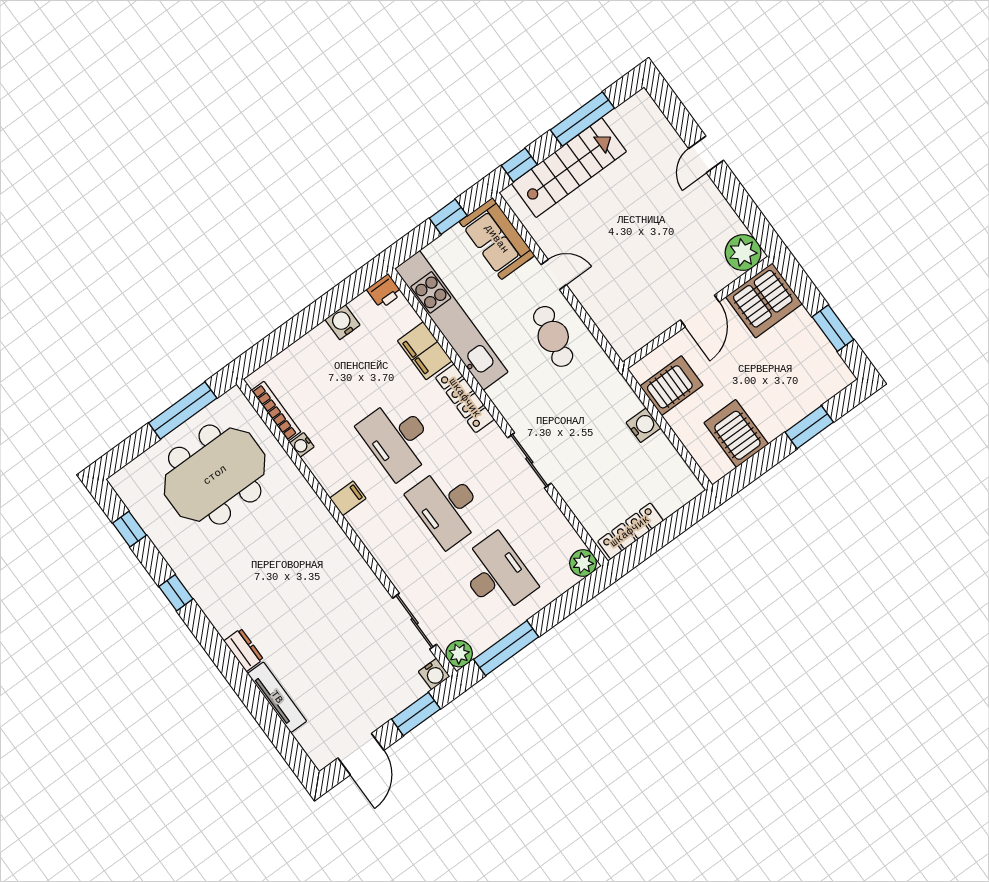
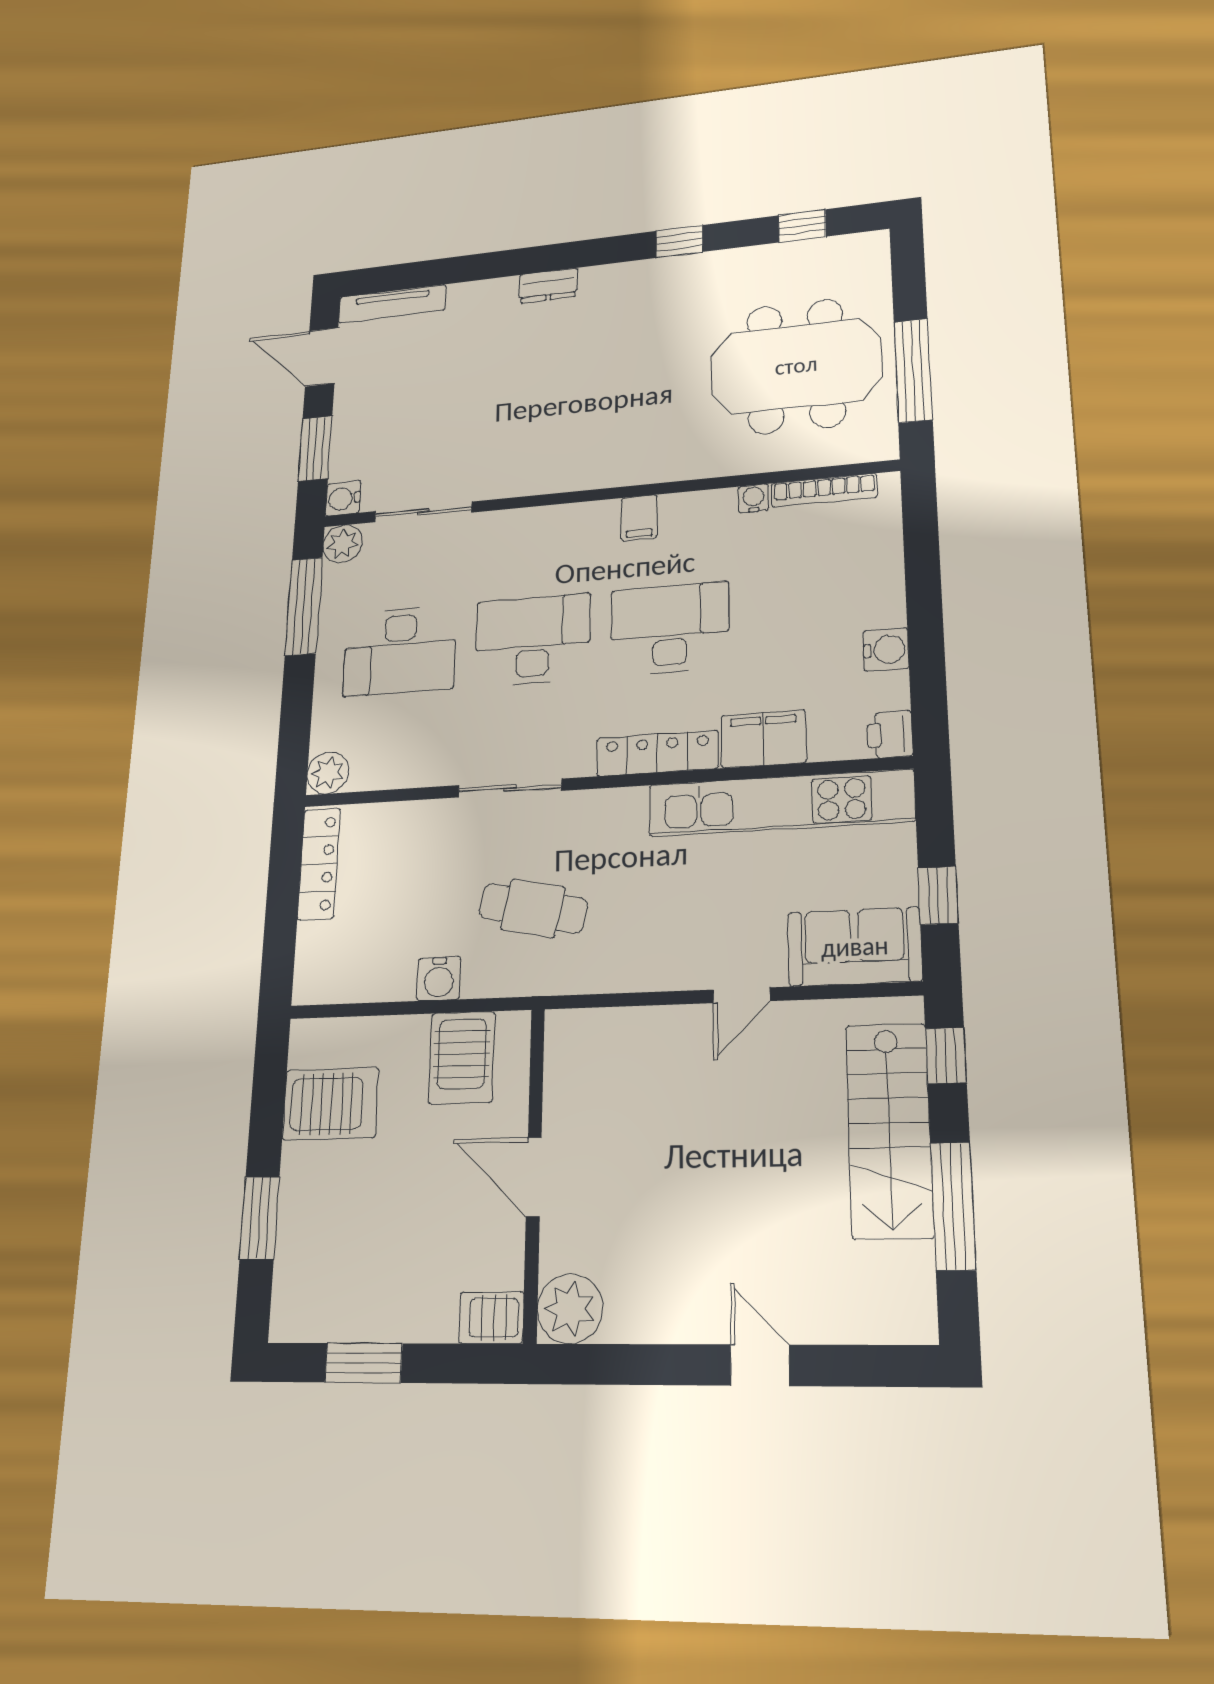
server rack: (764, 300) -> (491, 1318), width x0.46, depth x0.70
cafe table: (553, 336) -> (533, 908), moved
meeting table: (215, 475) -> (796, 366), turned 90
tv unit: (277, 697) -> (392, 304), moved

